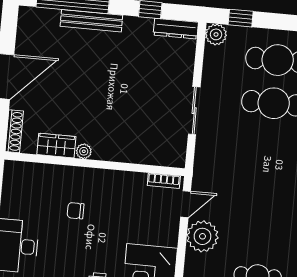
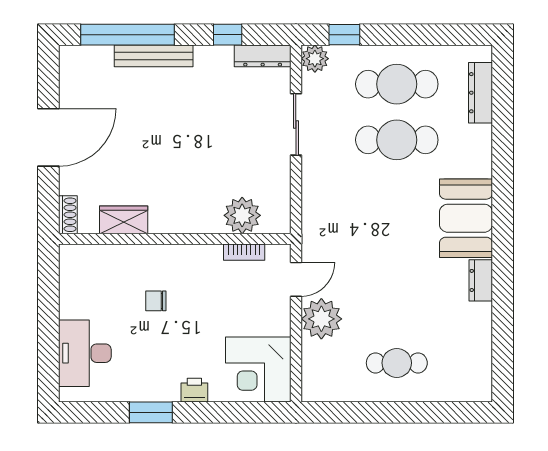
sliding door: (194, 111) -> (296, 124), moved
shoe rack: (14, 131) -> (68, 215), width x0.70
plant: (84, 151) -> (242, 215), moved, width x1.88, depth x1.88
bookcase: (164, 181) -> (244, 252), moved

